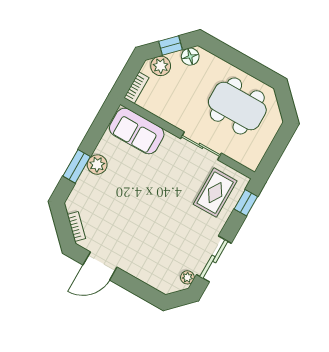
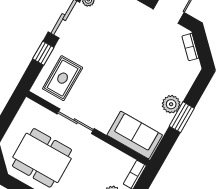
window: (77, 166) -> (182, 117), moved
window: (246, 203) -> (43, 53), moved

